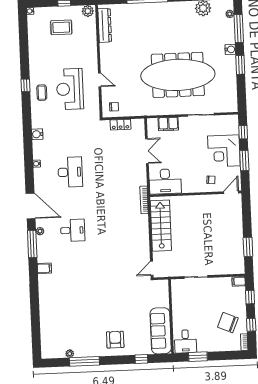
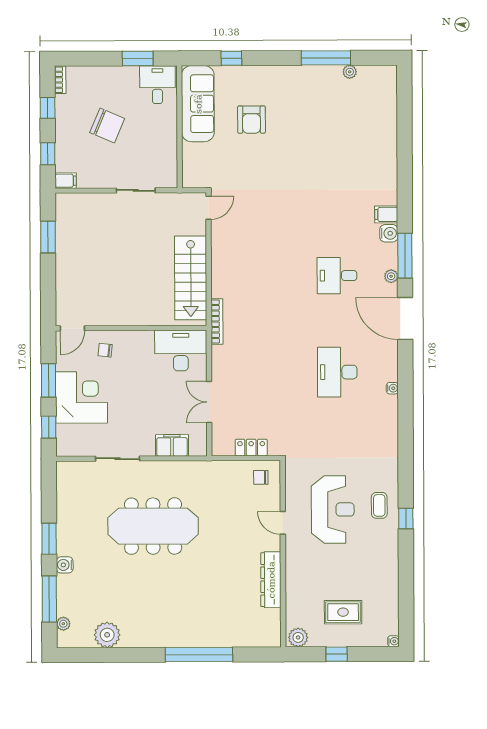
dresser: (105, 25) -> (271, 580), moved
meeting table: (178, 75) -> (153, 526), width x0.73, depth x0.79
water cooler: (37, 134) -> (389, 233), moved
chair: (228, 323) -> (107, 125), moved
armchair: (115, 340) -> (251, 120), moved

